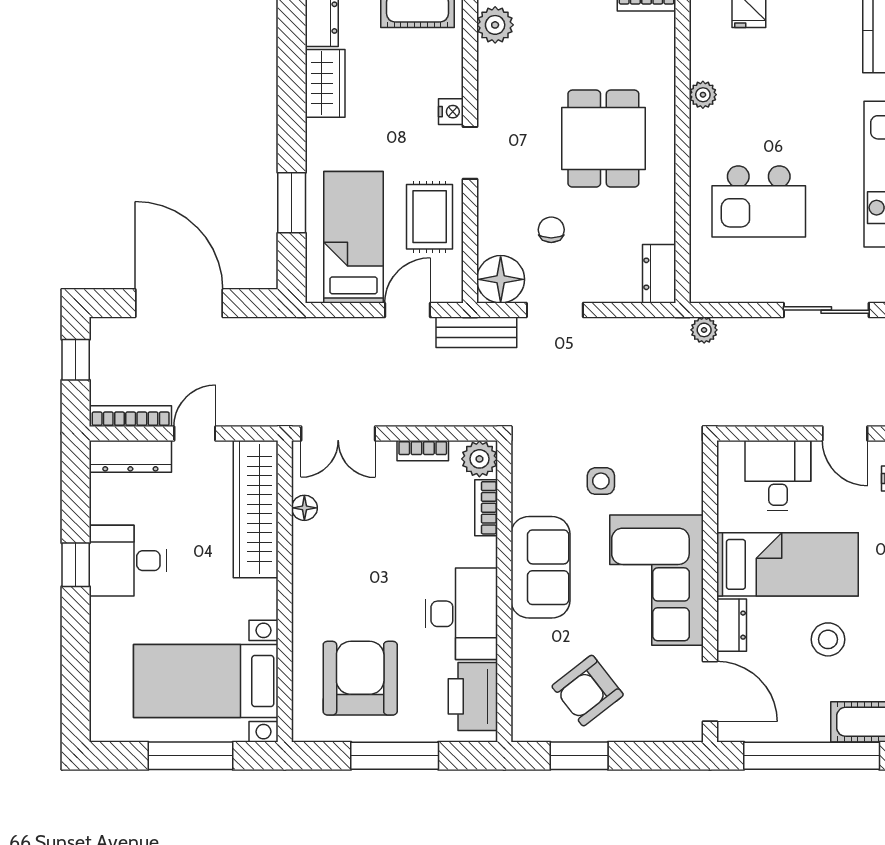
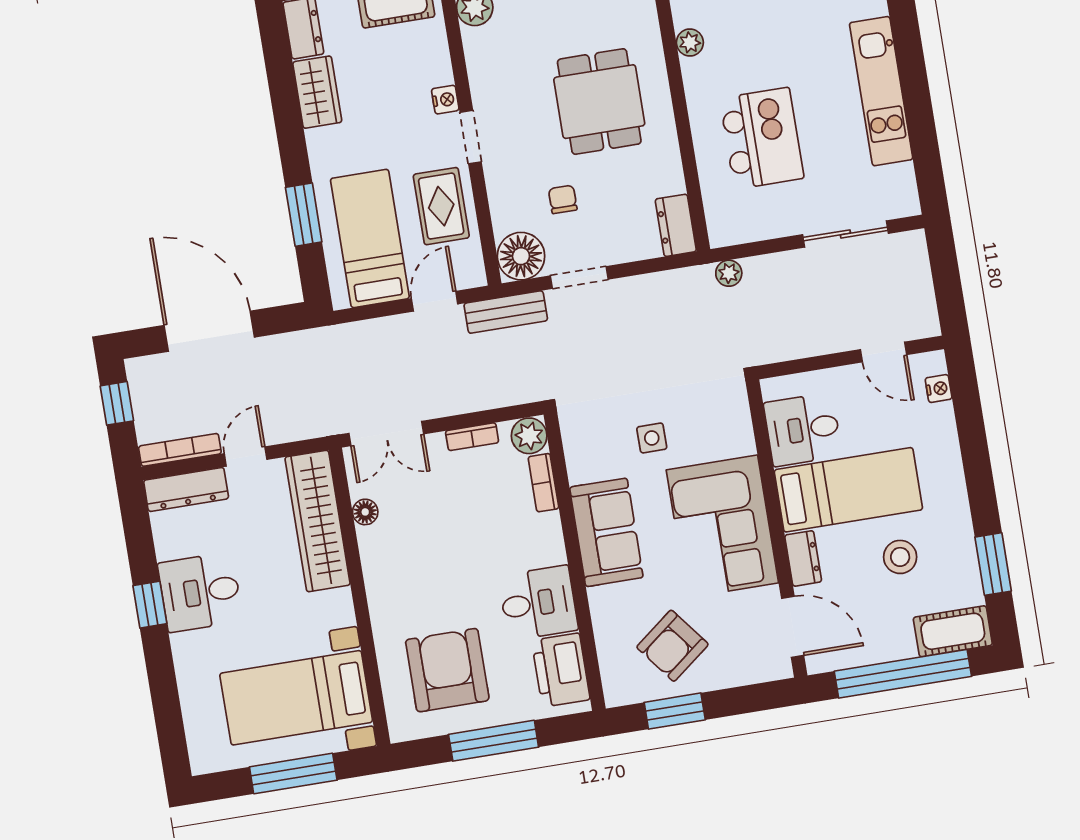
kitchen island: (759, 201) -> (762, 138), turned -90
desk: (778, 476) -> (803, 429), moved, turned -90
desk: (461, 614) -> (538, 603), width x0.73

